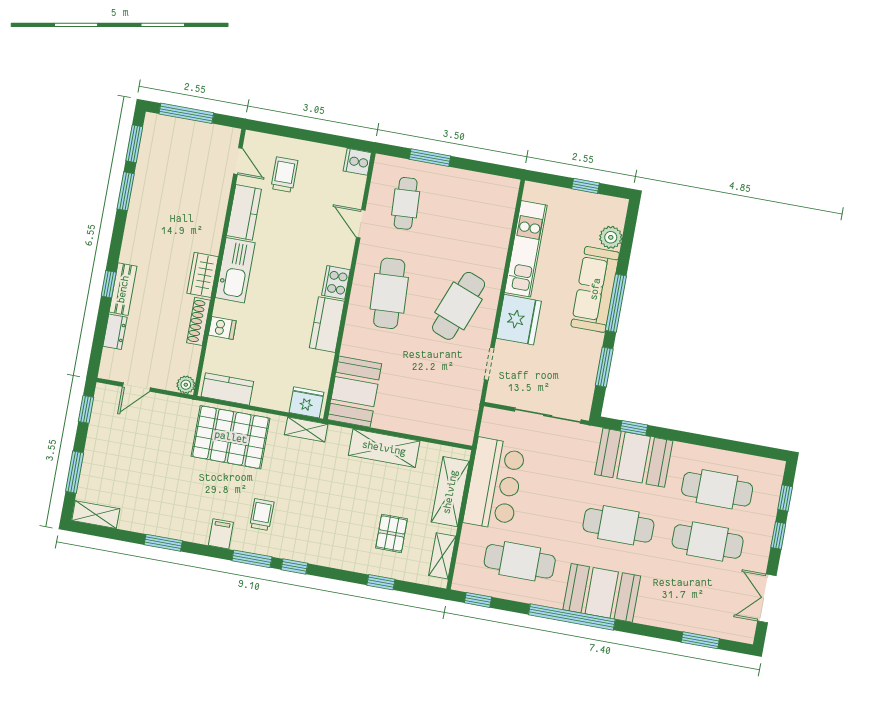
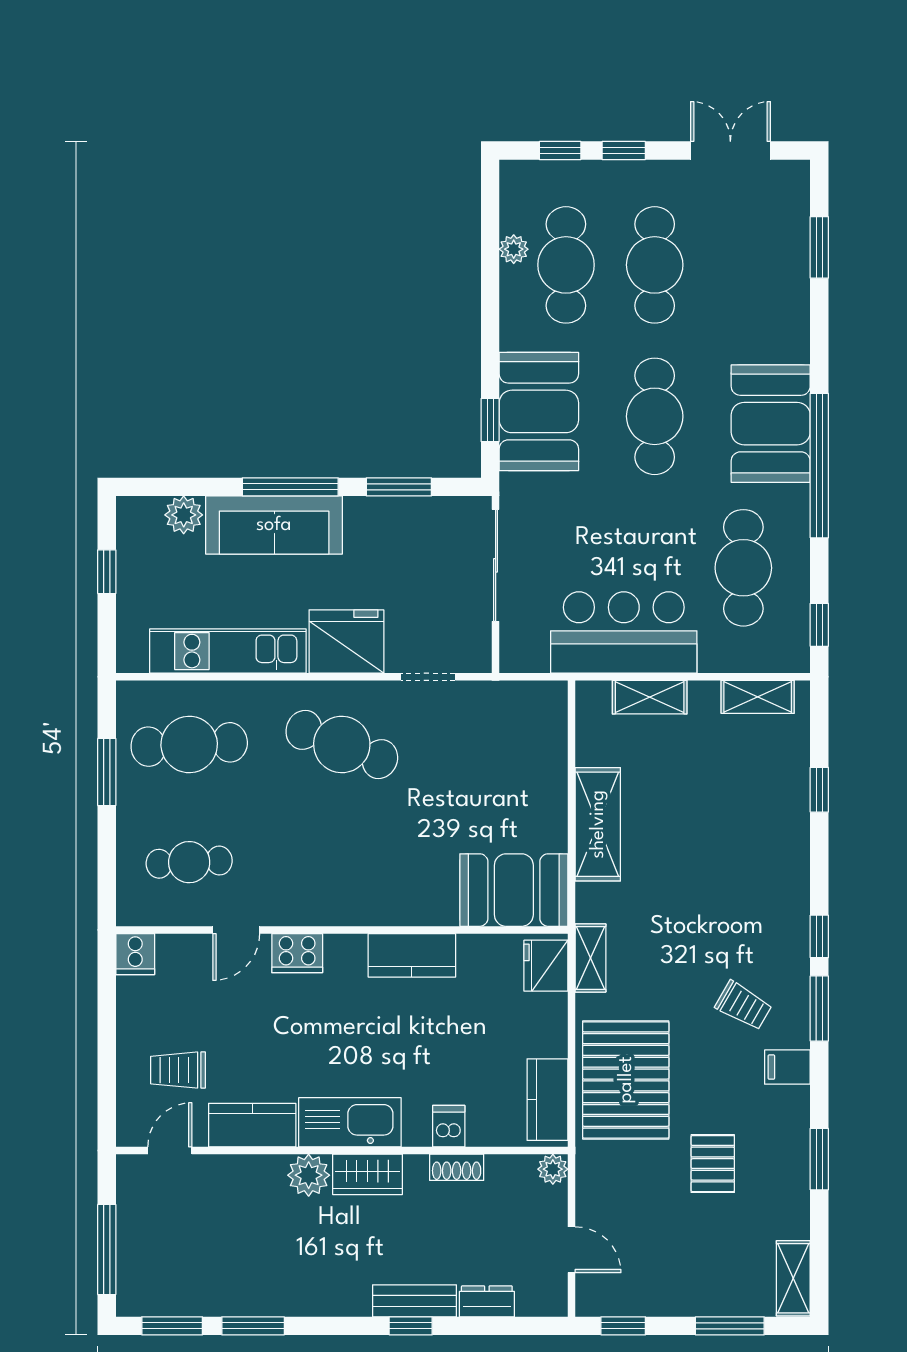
window: (430, 158) -> (107, 772), moved
plant: (208, 240) -> (309, 1175), added
cooker: (336, 282) -> (297, 953), moved
cafe table: (389, 293) -> (189, 744), moved
shoe rack: (198, 321) -> (457, 1167), width x0.70
plant: (732, 460) -> (514, 249), added
shelving: (450, 492) -> (650, 697), width x0.67, depth x0.75
trolley: (262, 515) -> (743, 1006), turned -150
pallet: (392, 533) -> (713, 1164), moved, turned 90
double door: (767, 598) -> (730, 151), swing flipped

